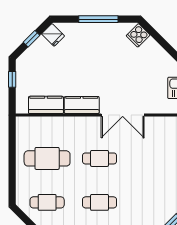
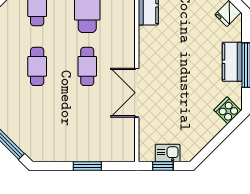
kitchen counter: (82, 105) -> (232, 62), moved, turned 180

